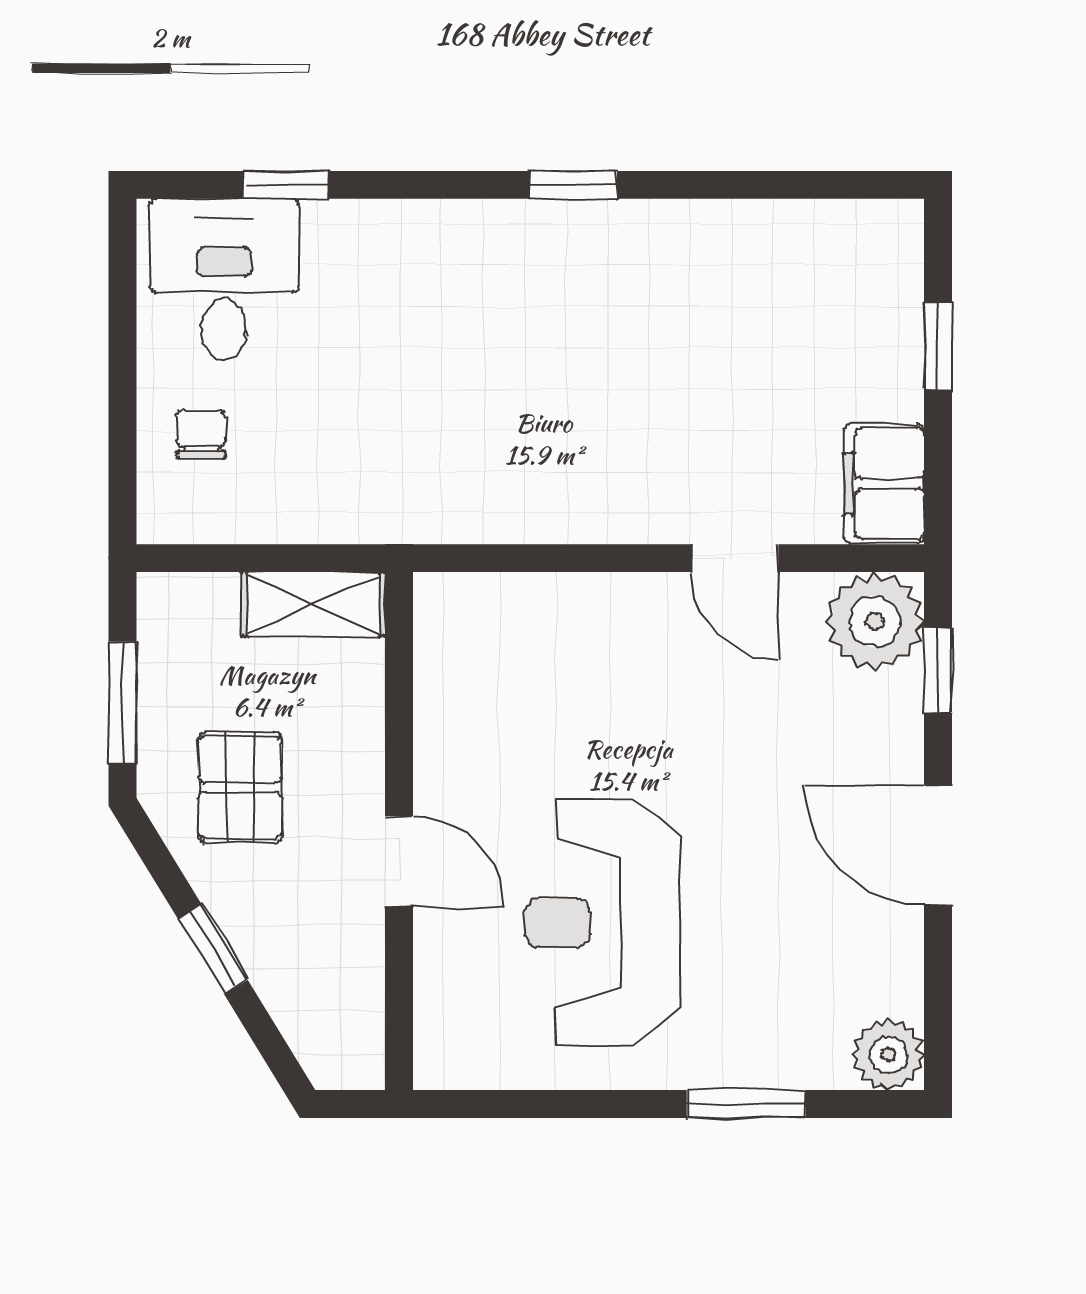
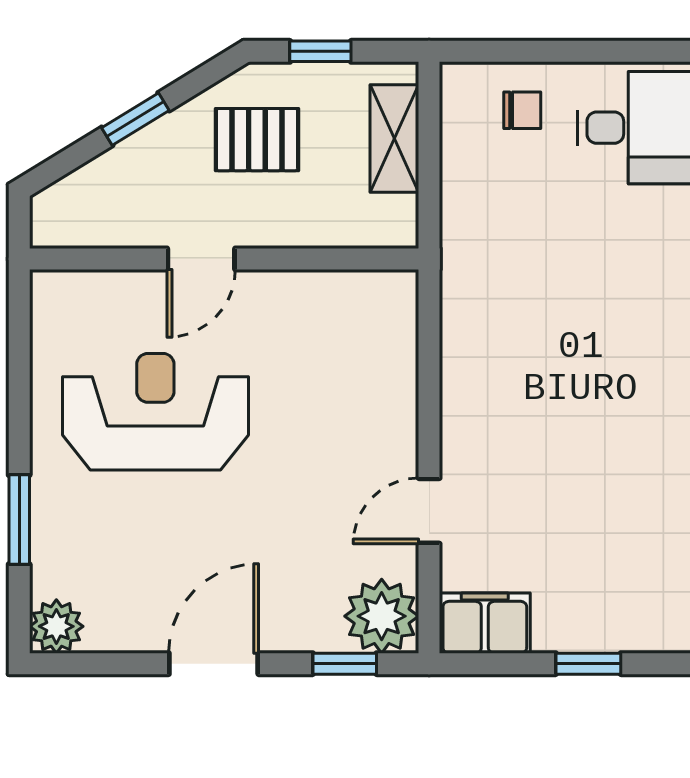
shelving: (313, 604) -> (394, 138), moved
window: (123, 703) -> (320, 51), width x0.67

